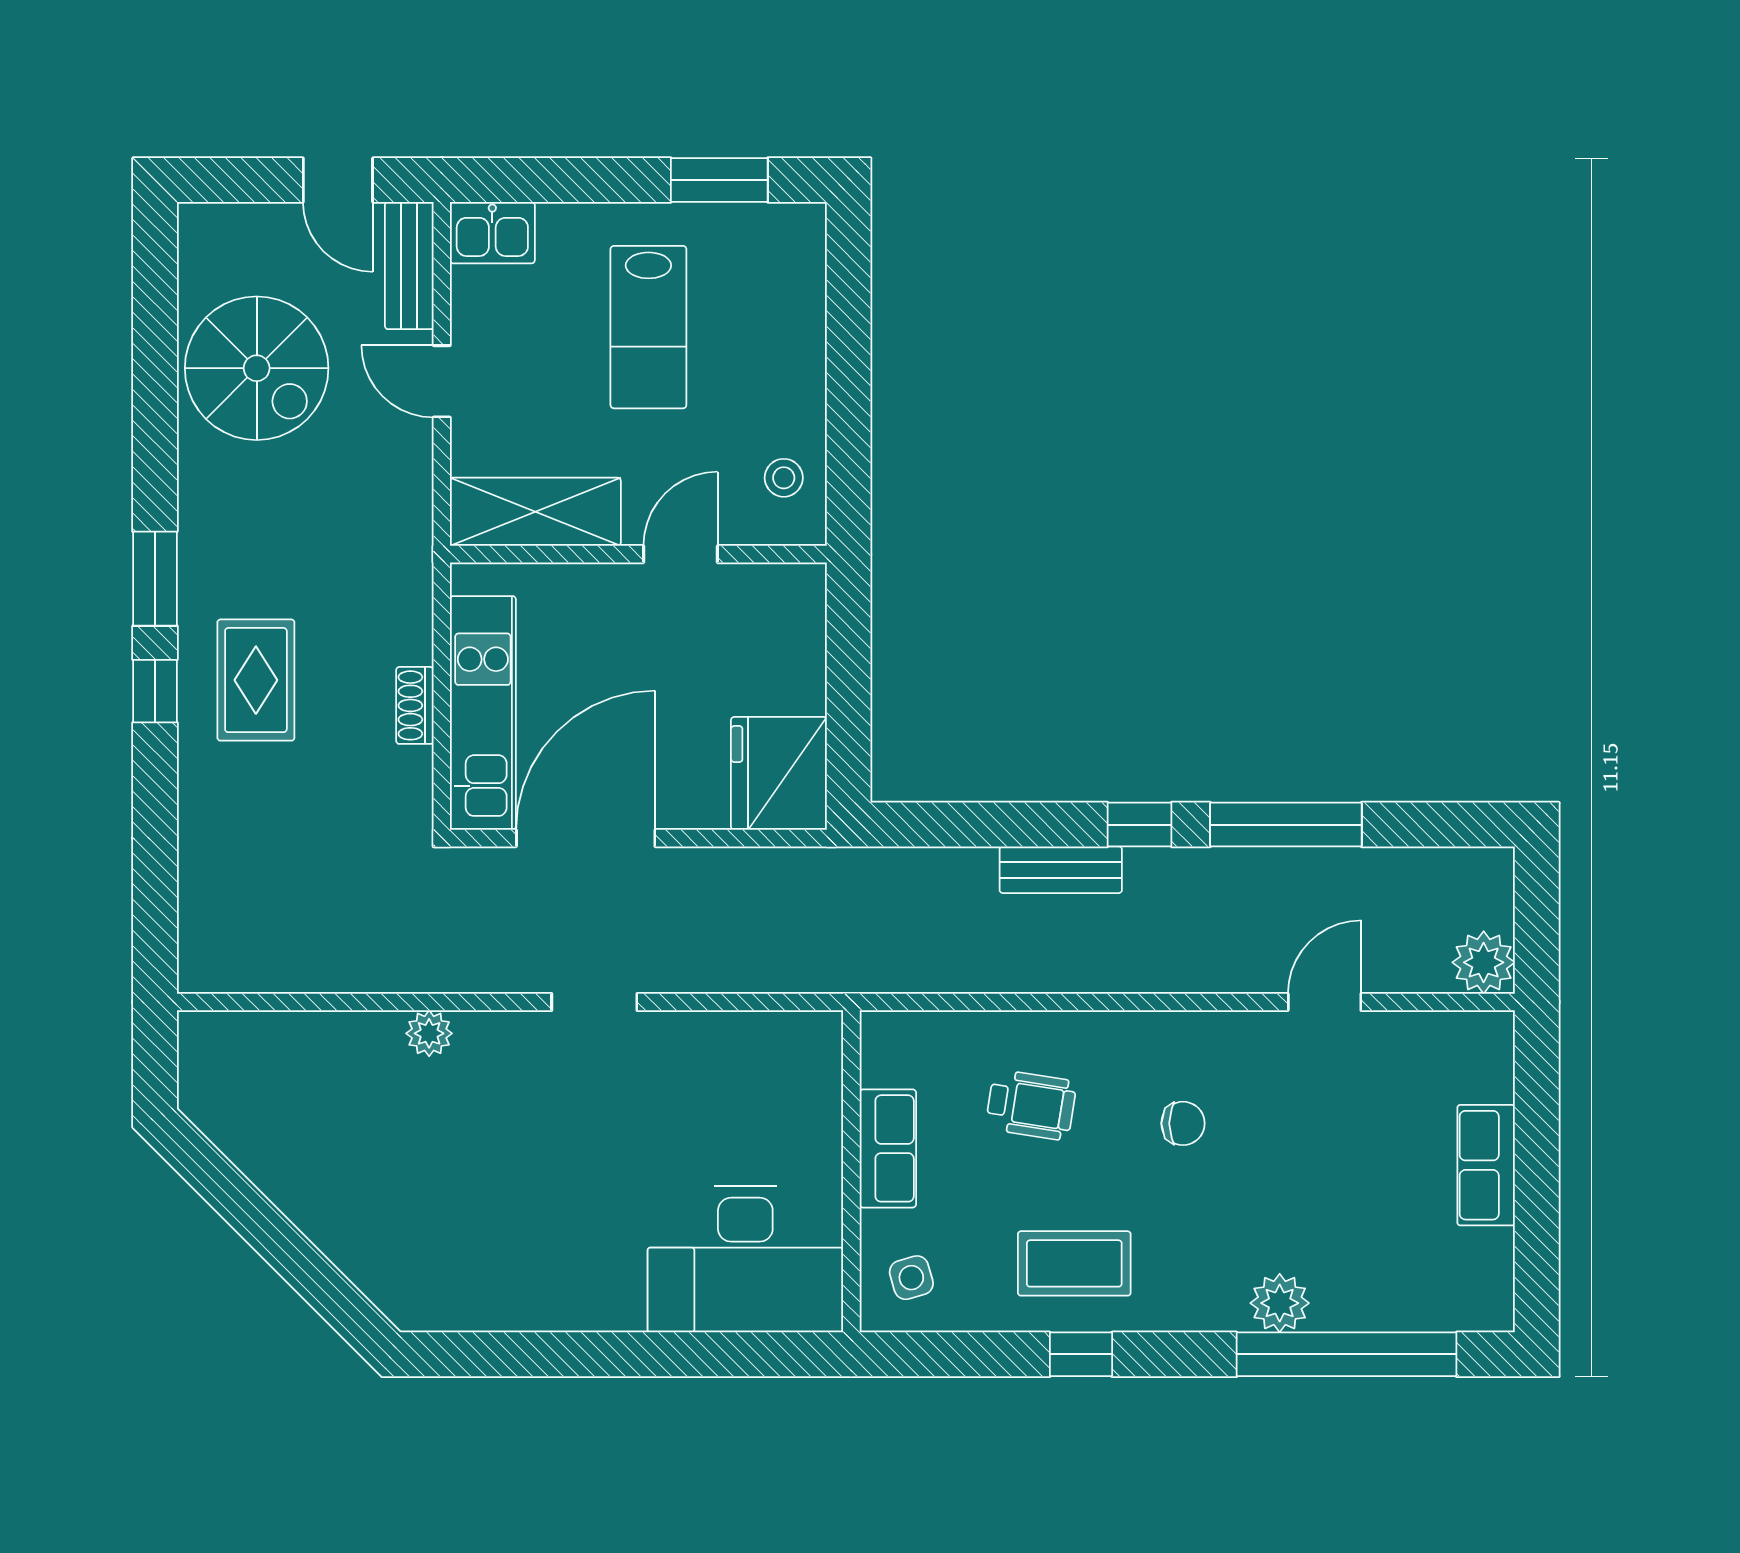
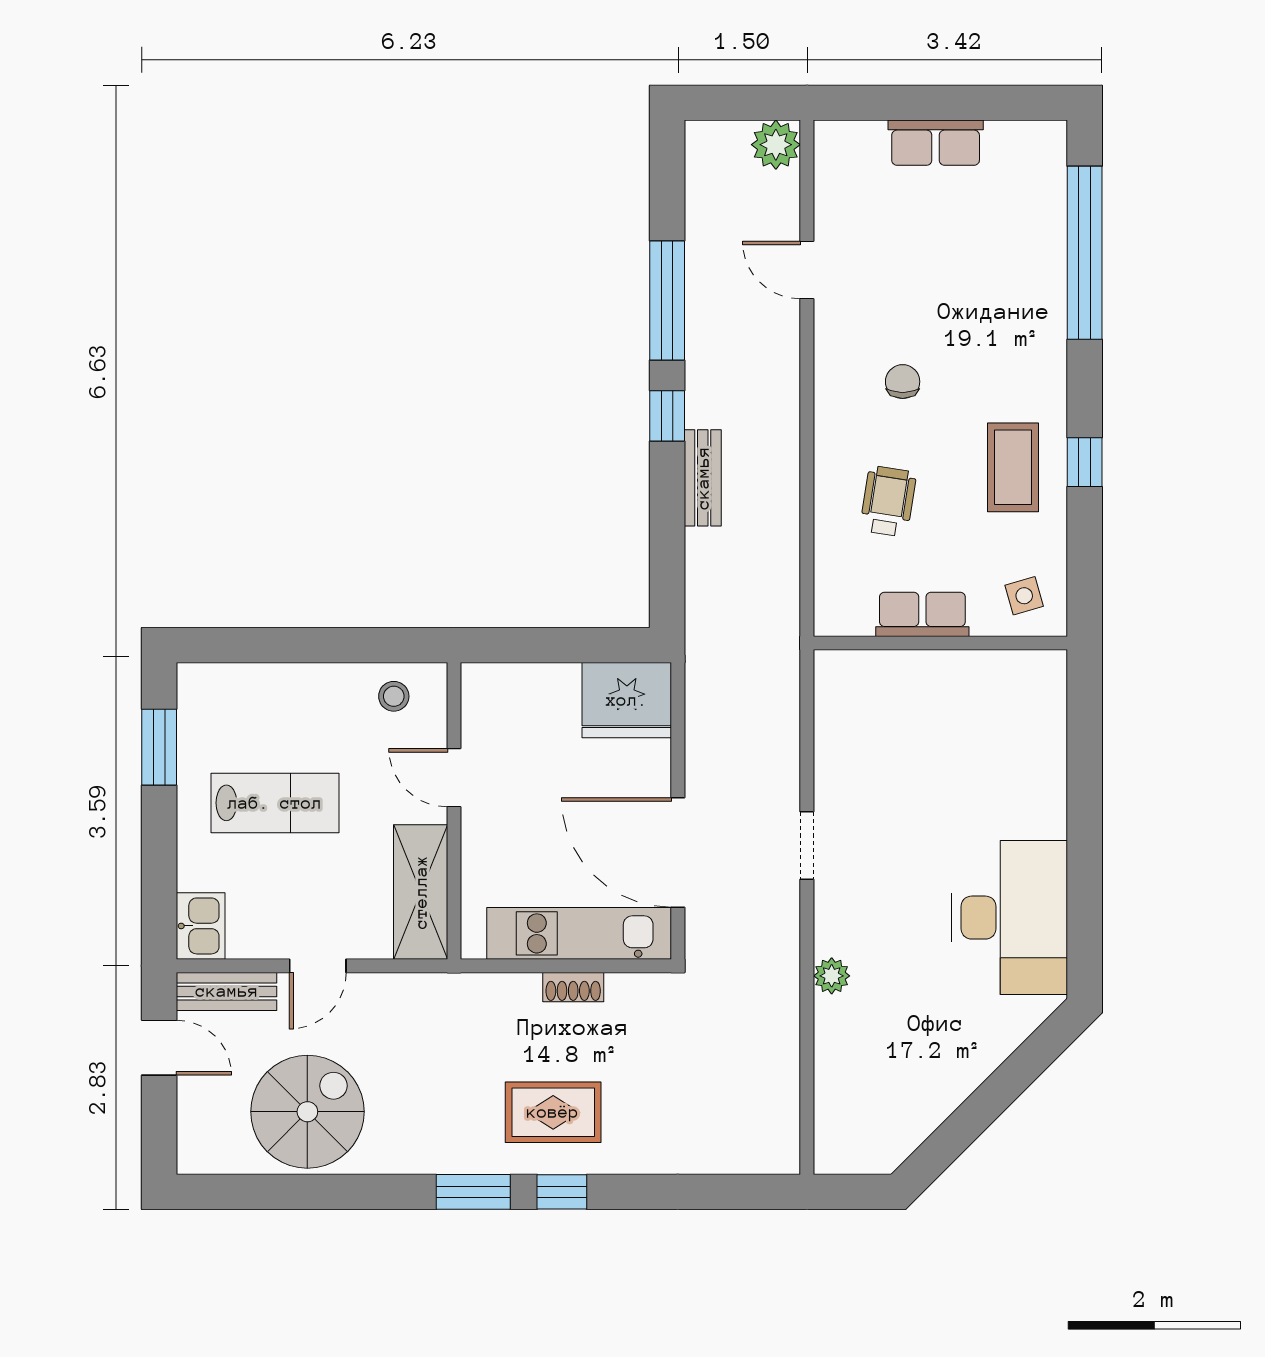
door: (338, 180) -> (159, 1048), hinge flipped
desk: (745, 1259) -> (1010, 918), moved
plant: (1280, 1303) -> (1044, 305), removed

